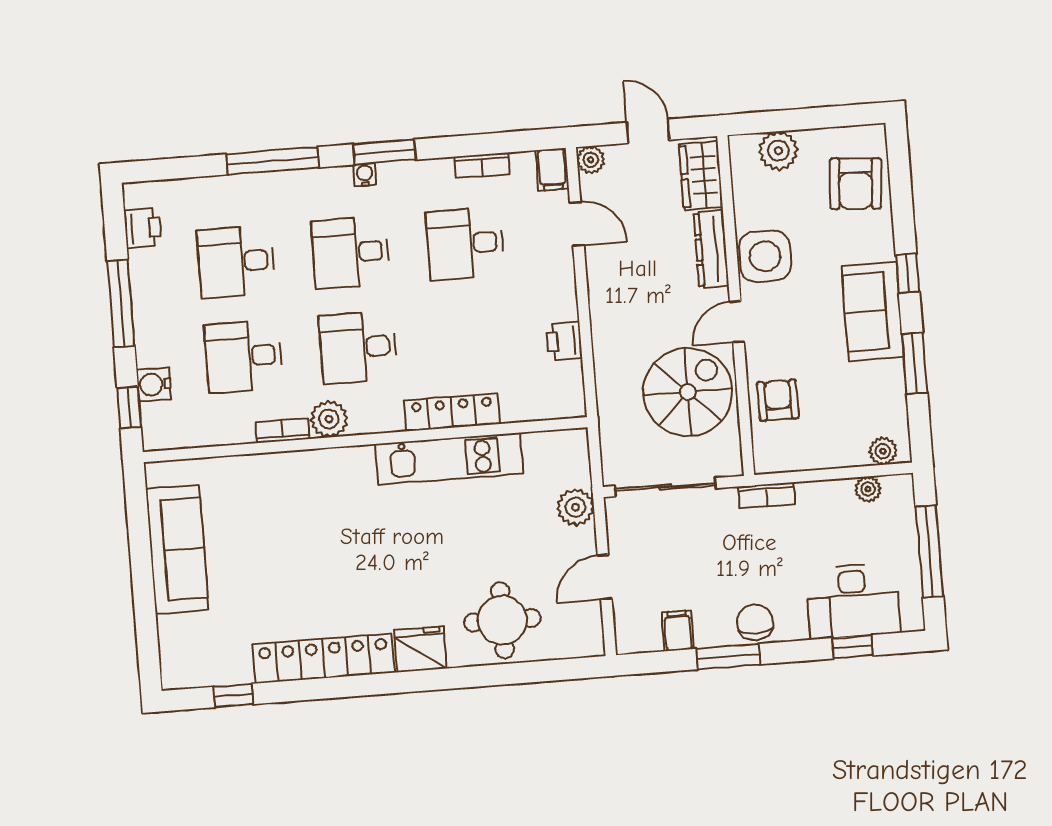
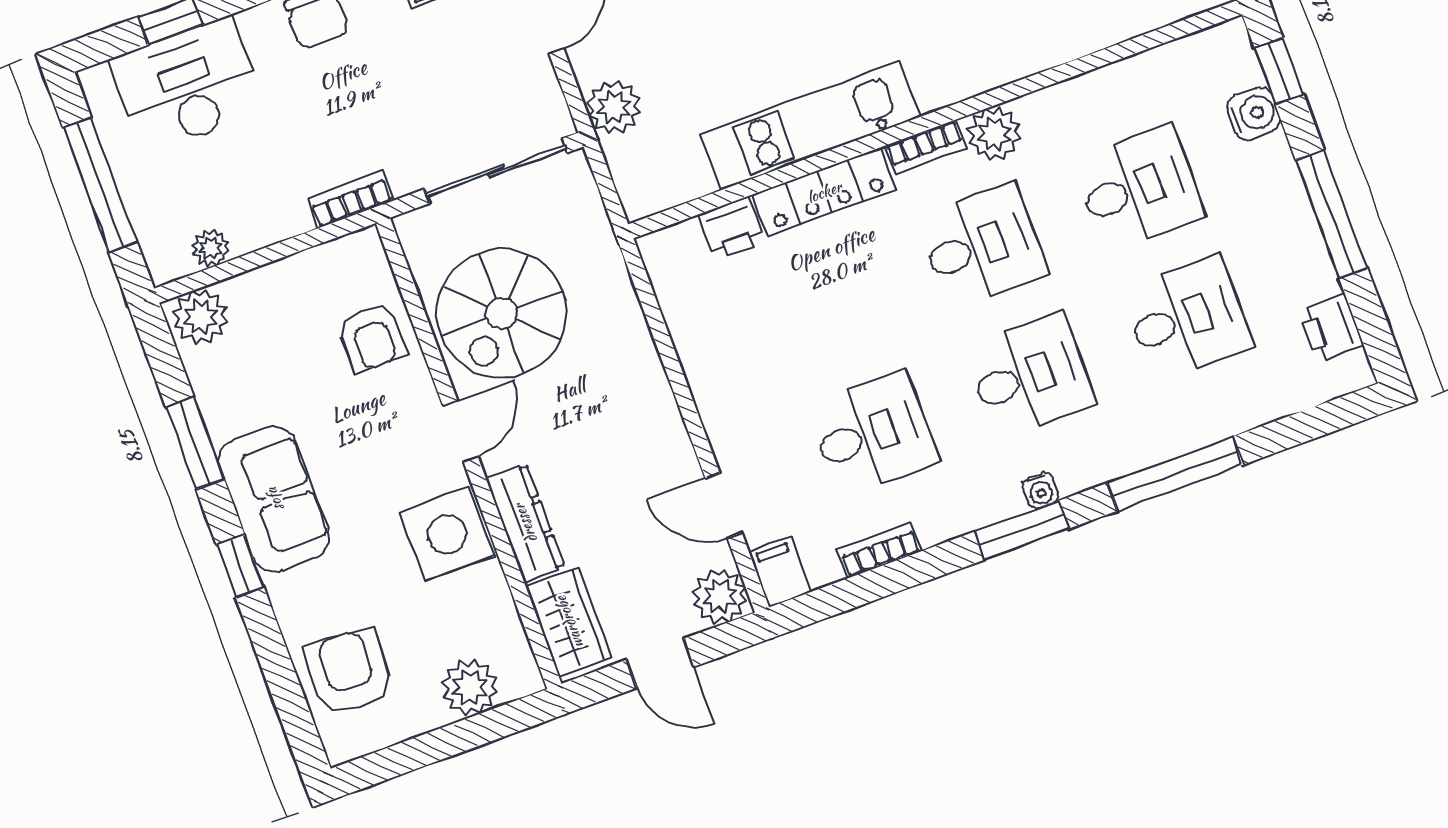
plant: (591, 160) -> (720, 596), width x1.38, depth x1.38
printer: (564, 341) -> (732, 228), moved, turned 90
bookcase: (282, 431) -> (926, 147), moved
plant: (883, 451) -> (200, 317), width x1.38, depth x1.38

